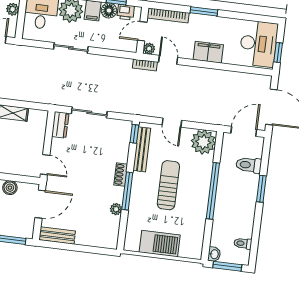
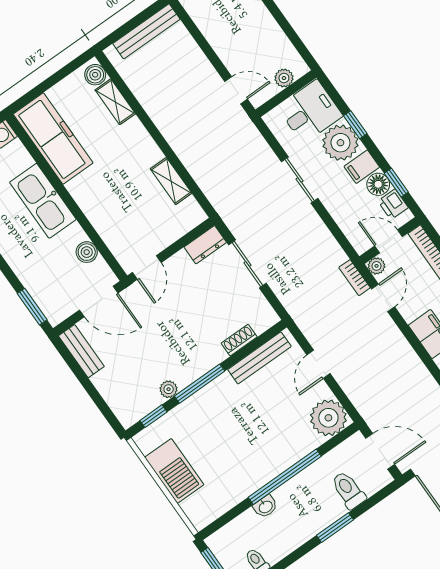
window: (134, 134) -> (153, 416), moved
shoe rack: (121, 175) -> (239, 340), moved
sun lounger: (168, 185) -> (247, 423), removed
washbasin: (214, 254) -> (265, 507), moved

